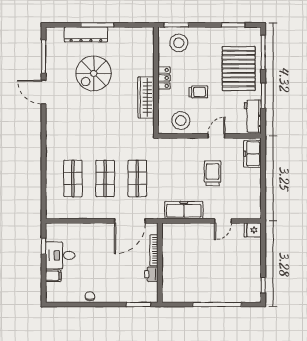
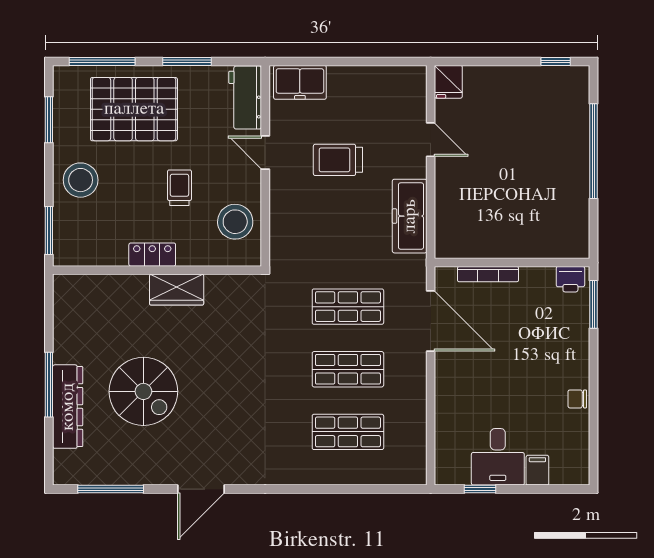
stool: (179, 43) -> (81, 180), moved
door: (44, 92) -> (201, 489), moved
wardrobe: (146, 97) -> (177, 290), width x0.67
workbench: (253, 116) -> (245, 98), moved, turned 90
printer: (151, 274) -> (570, 279), moved

